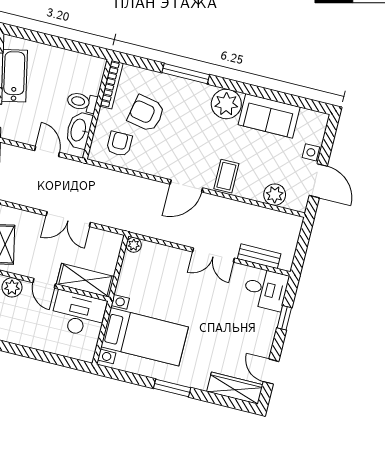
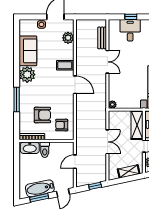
armchair: (146, 113) -> (42, 115), turned -101
washbasin: (79, 130) -> (30, 148), moved
desk: (266, 289) -> (130, 30), moved

